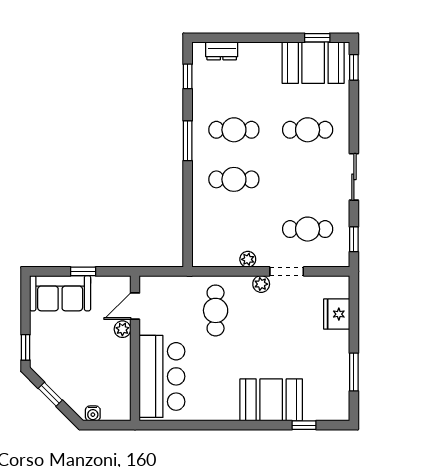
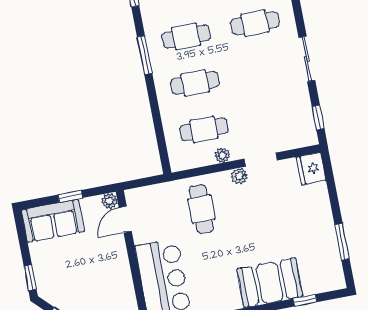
cafe table: (308, 229) -> (204, 129), moved
fridge: (337, 314) -> (311, 169), moved
plant: (122, 329) -> (109, 201), moved

